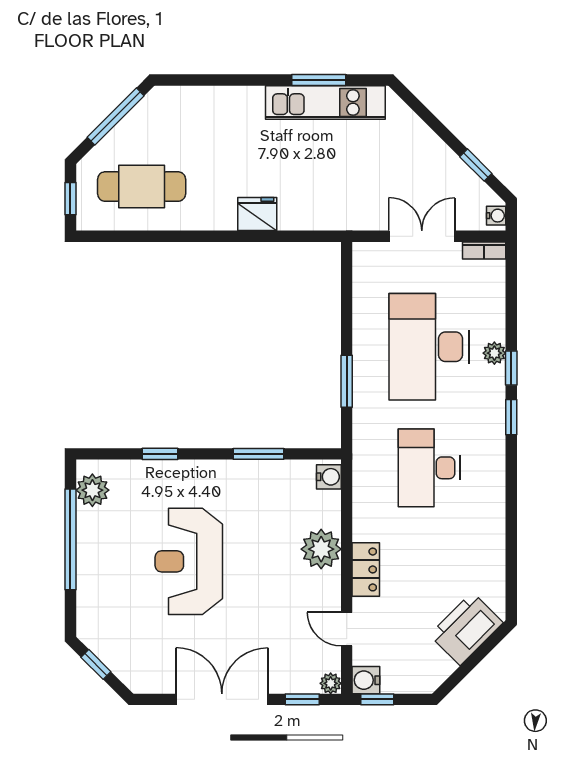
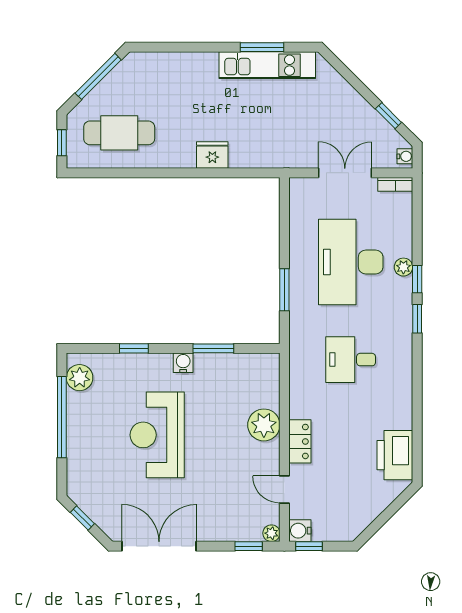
desk: (429, 468) -> (351, 360), width x0.73
water cooler: (329, 477) -> (183, 363), moved, turned -90
printer: (466, 629) -> (395, 455), moved, turned -45
double door: (222, 699) -> (159, 546), moved

